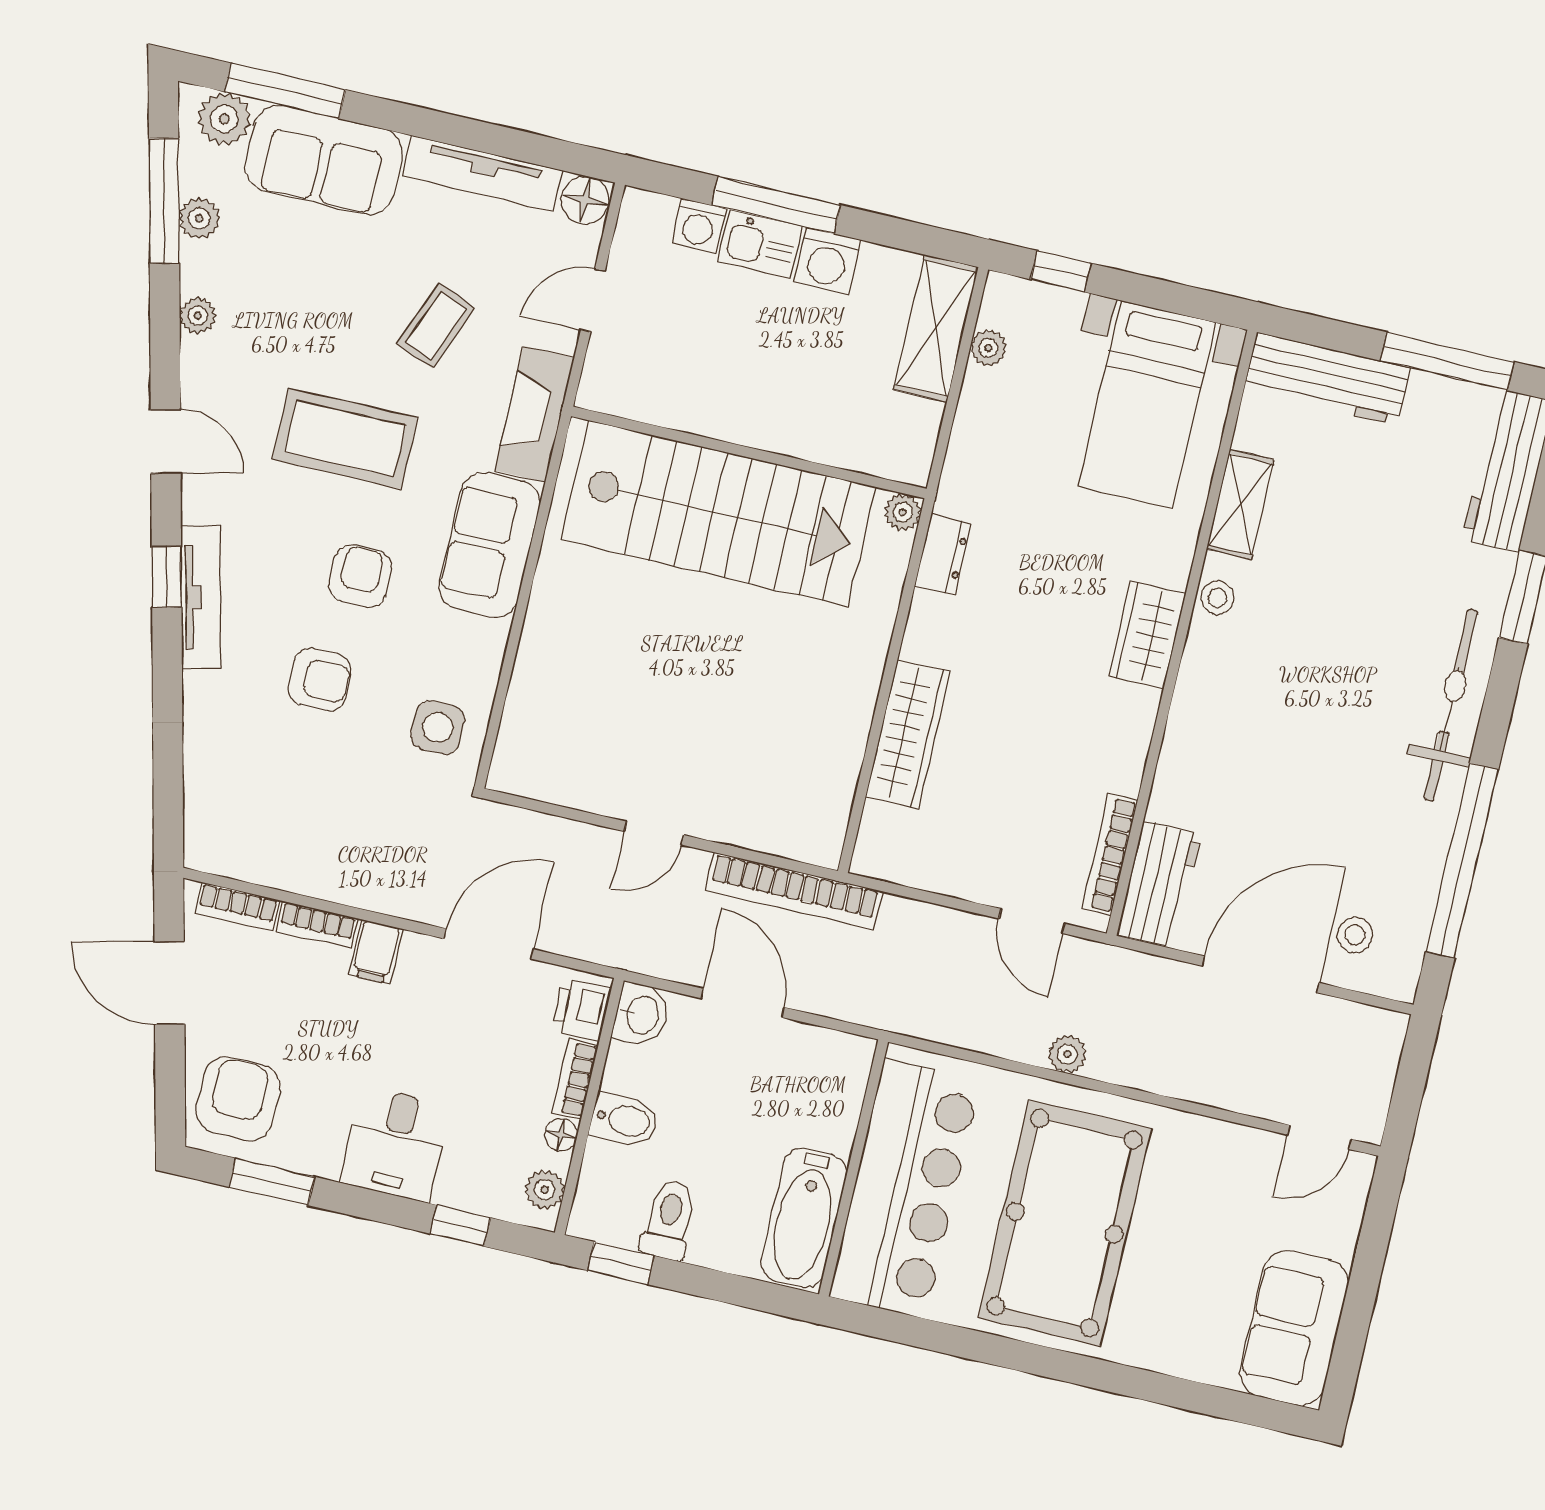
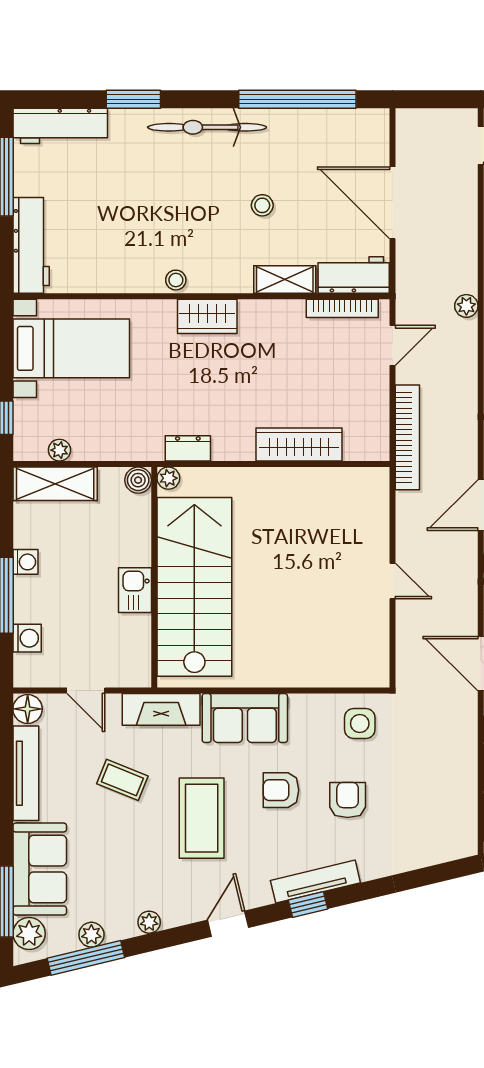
kitchen sink: (760, 244) -> (135, 590), moved, turned 180
washing machine: (827, 261) -> (25, 562), width x0.73, depth x0.73
boiler: (911, 463) -> (138, 480), added
shelving: (1240, 504) -> (285, 279), moved
bookcase: (794, 891) -> (407, 437), moved
stool: (1355, 935) -> (262, 205), moved

